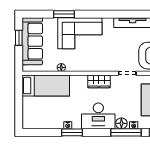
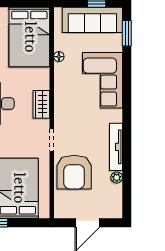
window: (64, 14) -> (127, 33), moved
bed: (46, 86) -> (29, 37), width x1.50

